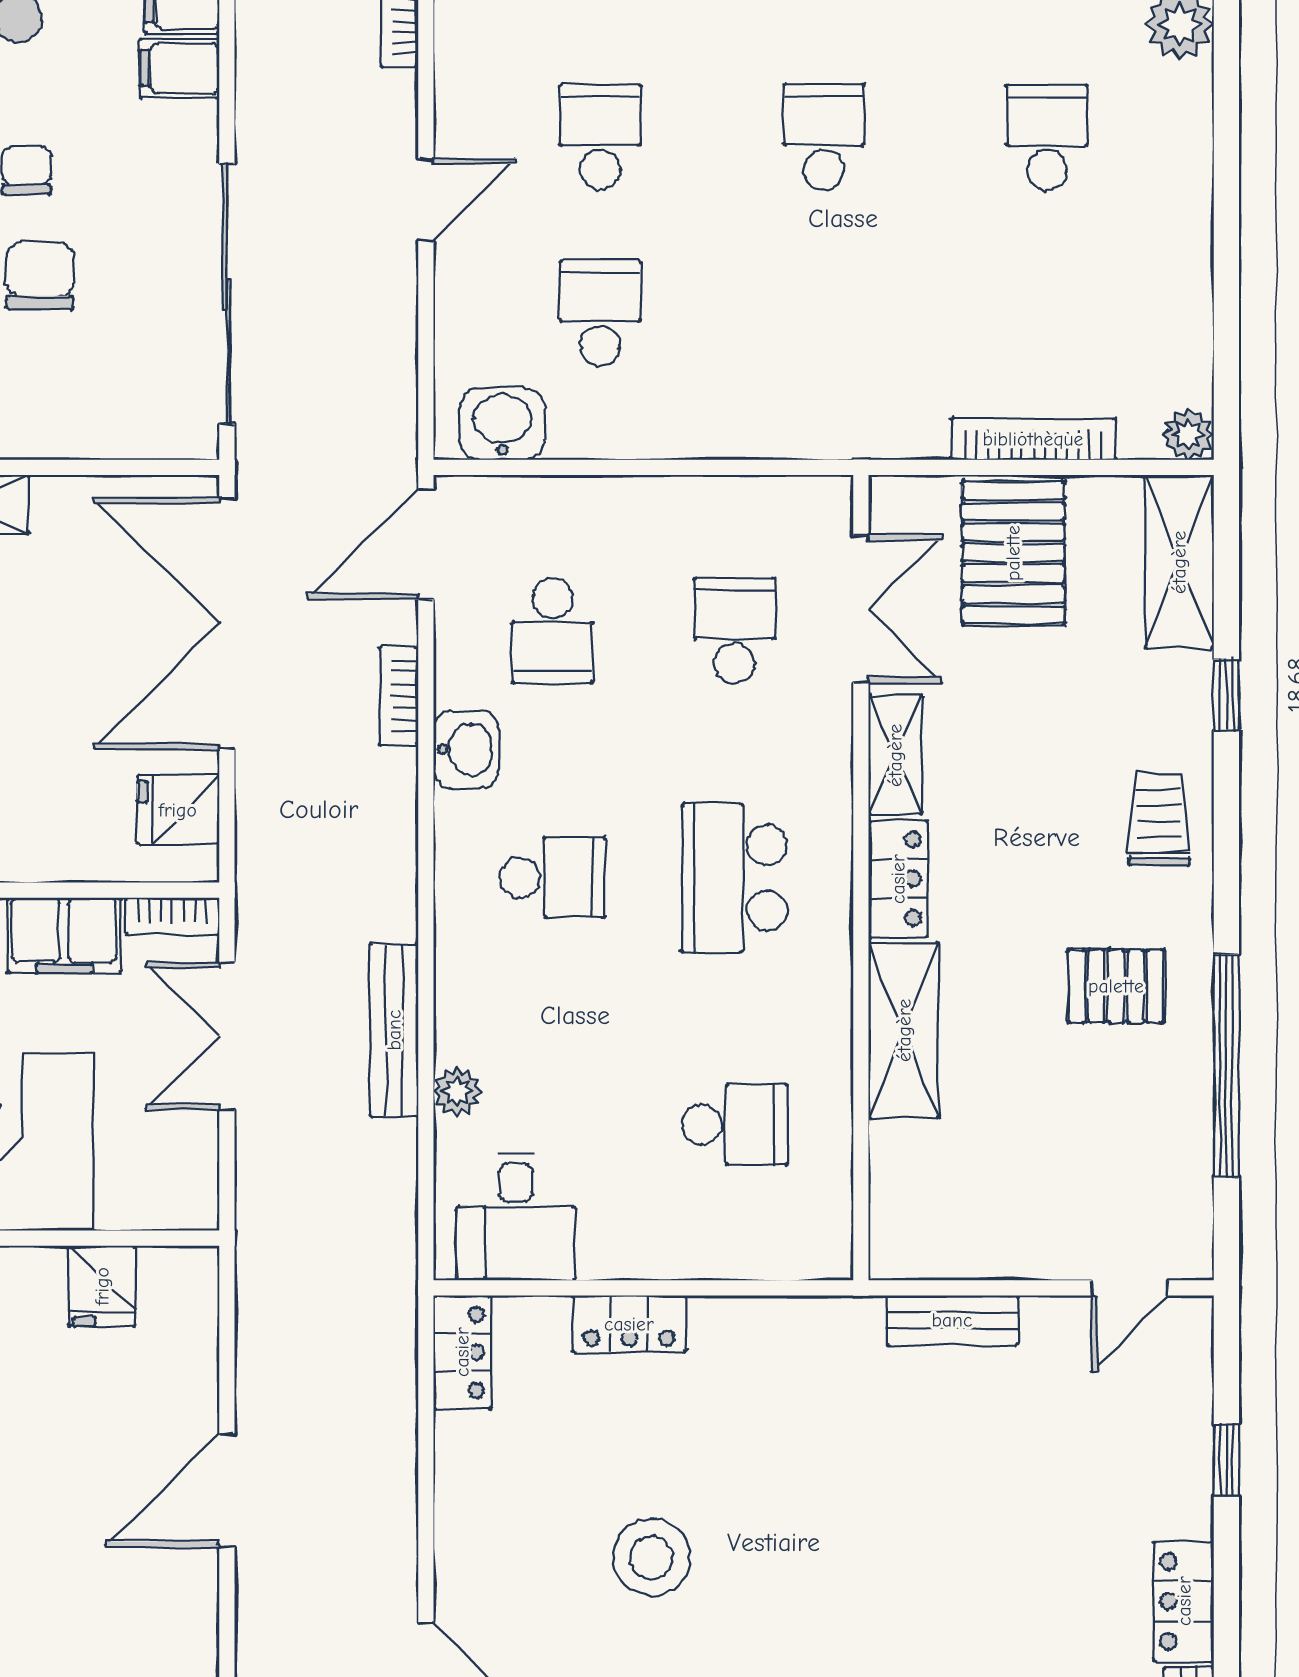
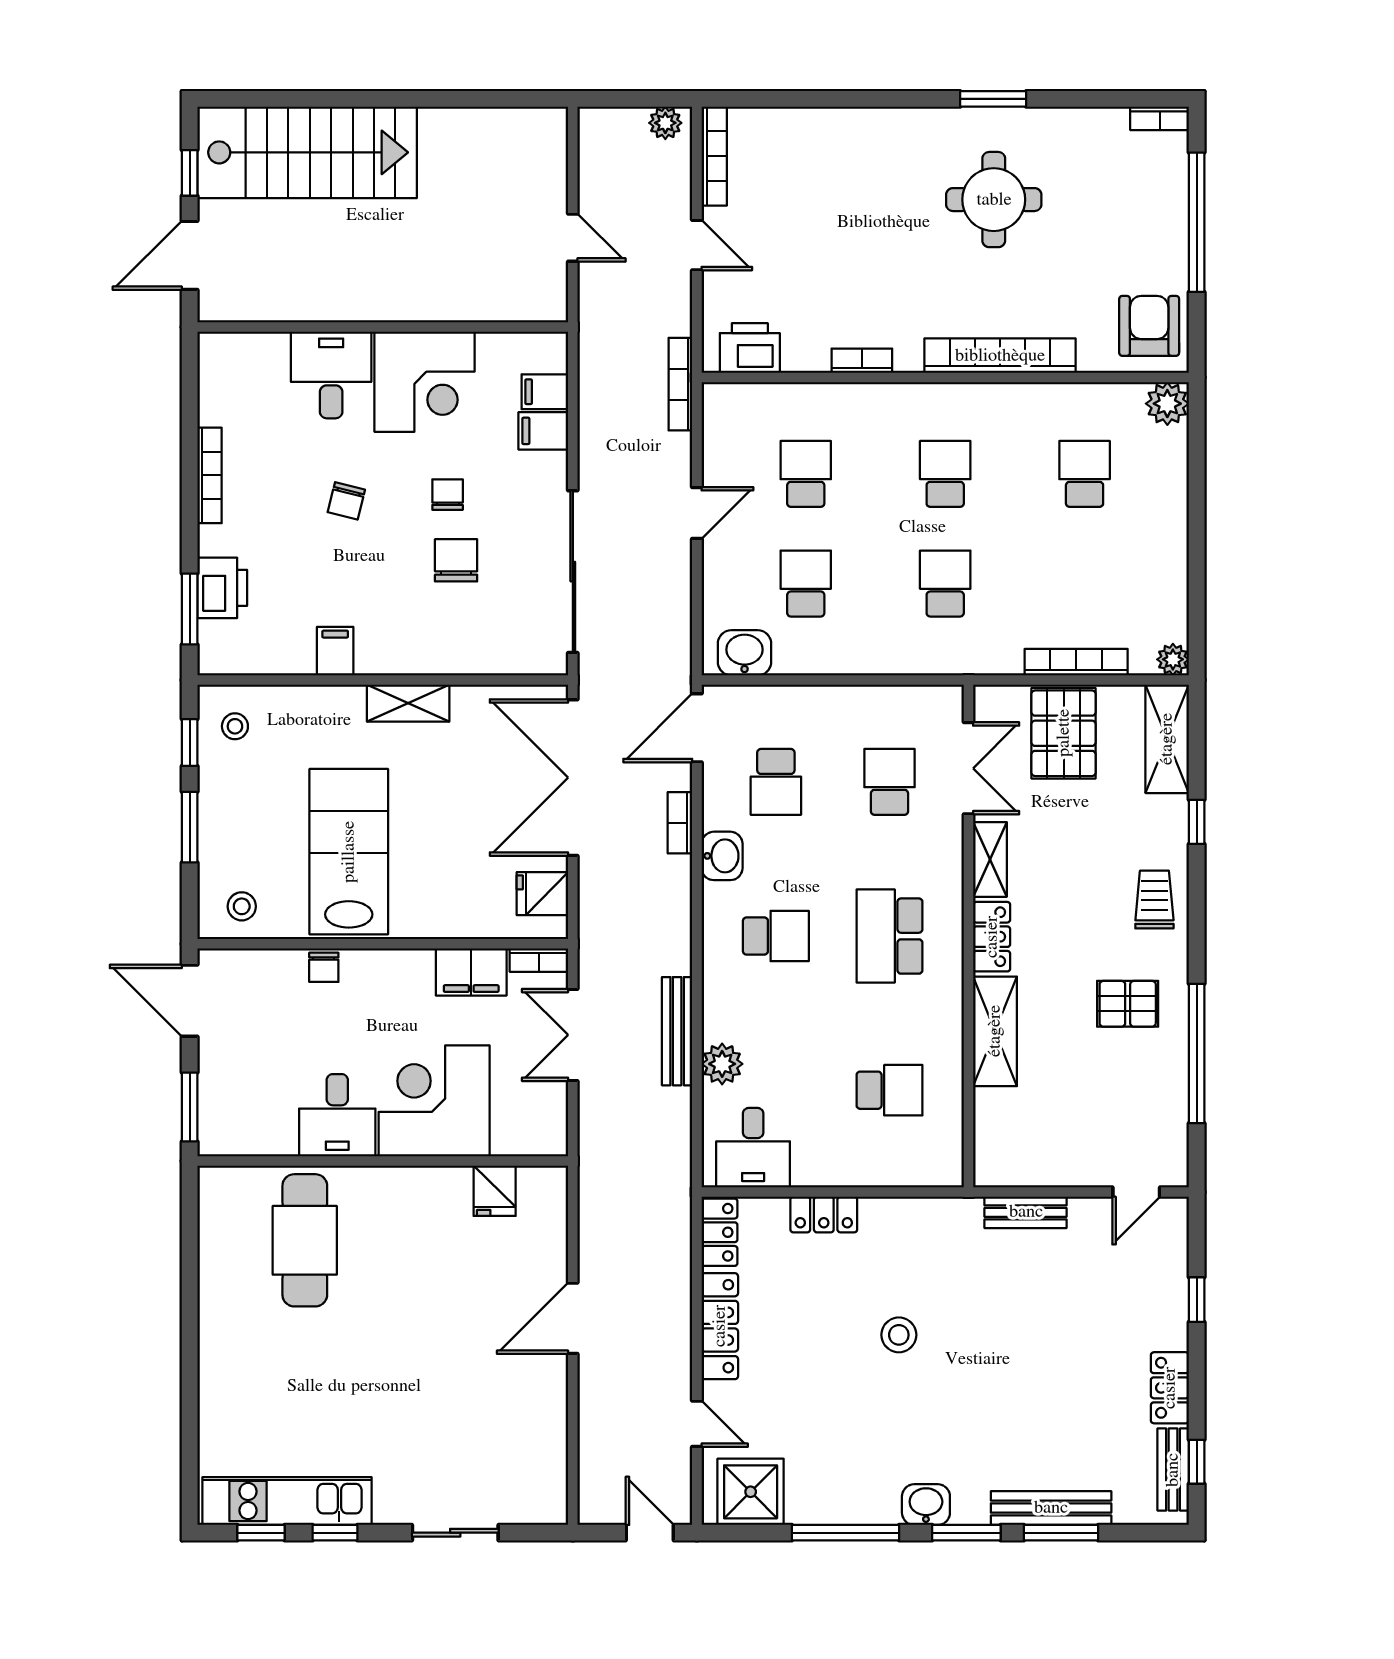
school desk: (824, 313) -> (945, 584), added
plant: (457, 1092) -> (722, 1064), width x1.38, depth x1.38
locker: (463, 1503) -> (720, 1326), added
stool: (651, 1557) -> (899, 1335), moved, width x0.73, depth x0.73

